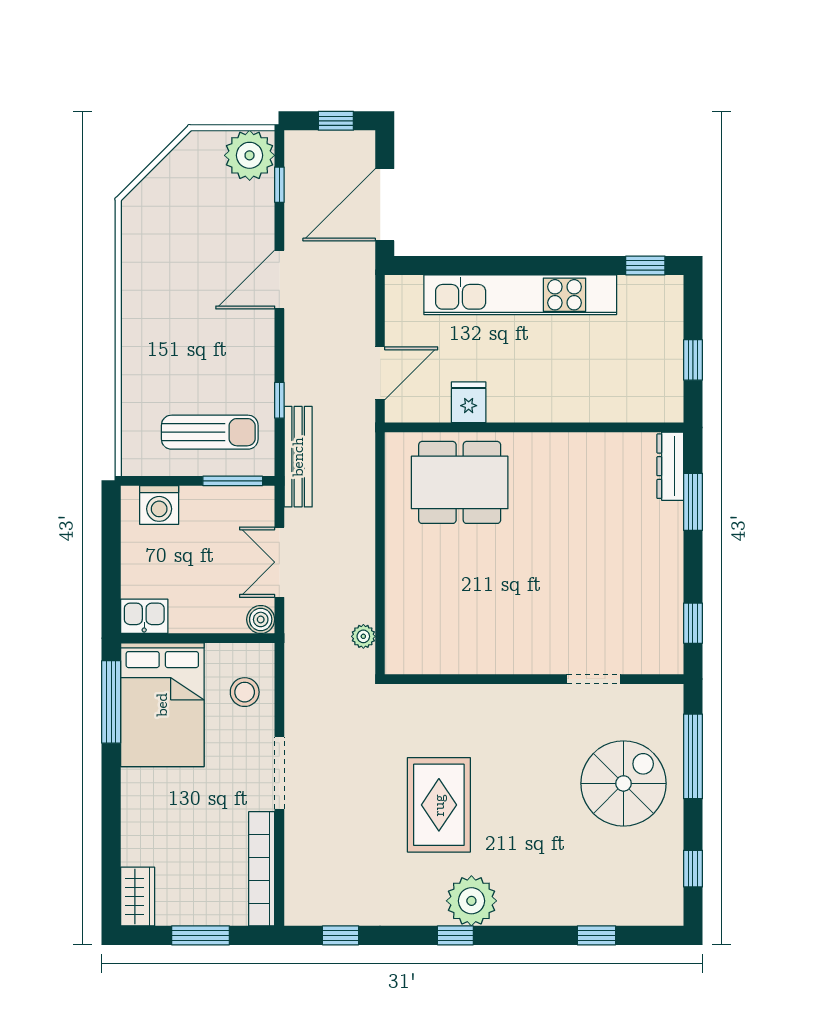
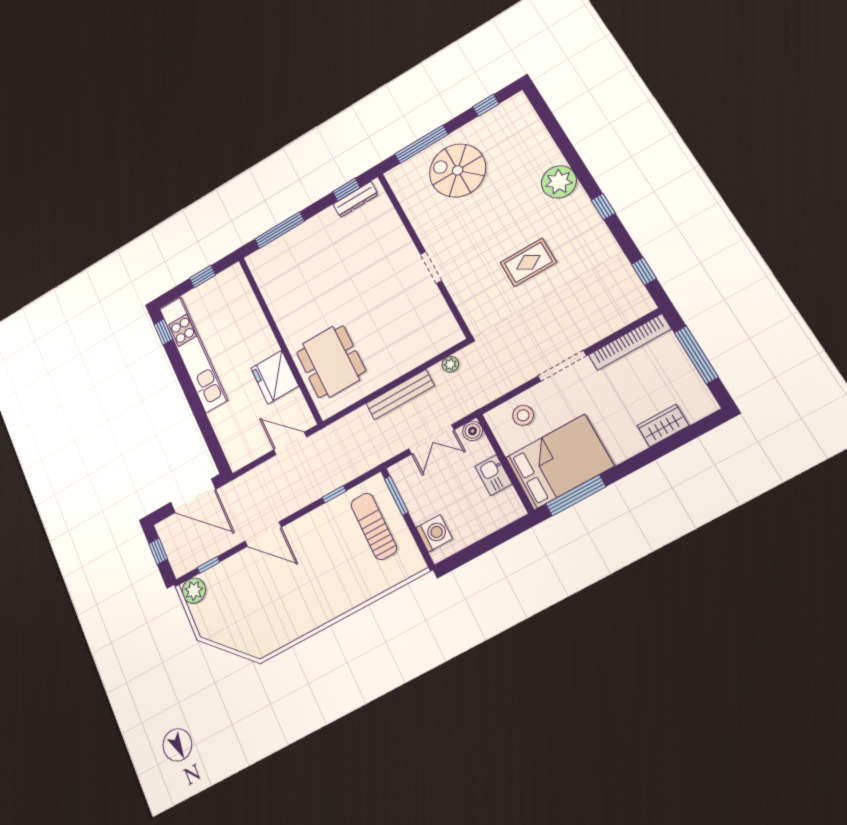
plant: (250, 155) -> (194, 591), width x0.73, depth x0.73
kitchen unit: (520, 295) -> (193, 354), moved
fridge: (469, 402) -> (275, 377), width x1.88, depth x1.34
bench: (298, 457) -> (400, 395), moved
dresser: (670, 466) -> (356, 199), moved
window: (693, 502) -> (279, 230), width x1.44
kitchen sink: (144, 616) -> (494, 475), moved
doorway: (594, 679) -> (431, 268), moved
rug: (439, 805) -> (528, 262), width x0.73, depth x0.70
wardrobe: (138, 897) -> (663, 426), moved
plant: (471, 901) -> (559, 182), moved
window: (201, 935) -> (696, 355), width x1.44
window: (597, 935) -> (556, 131), removed

